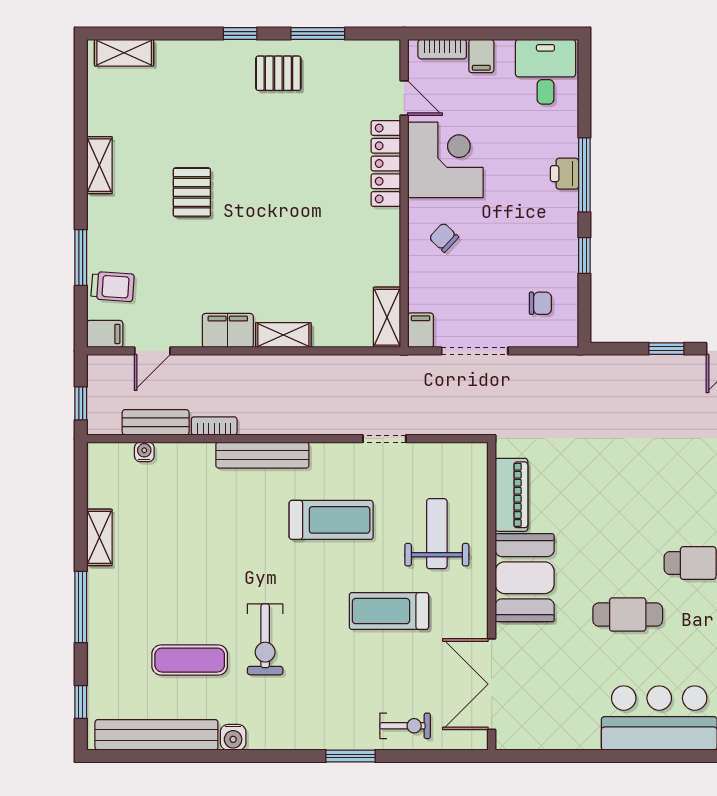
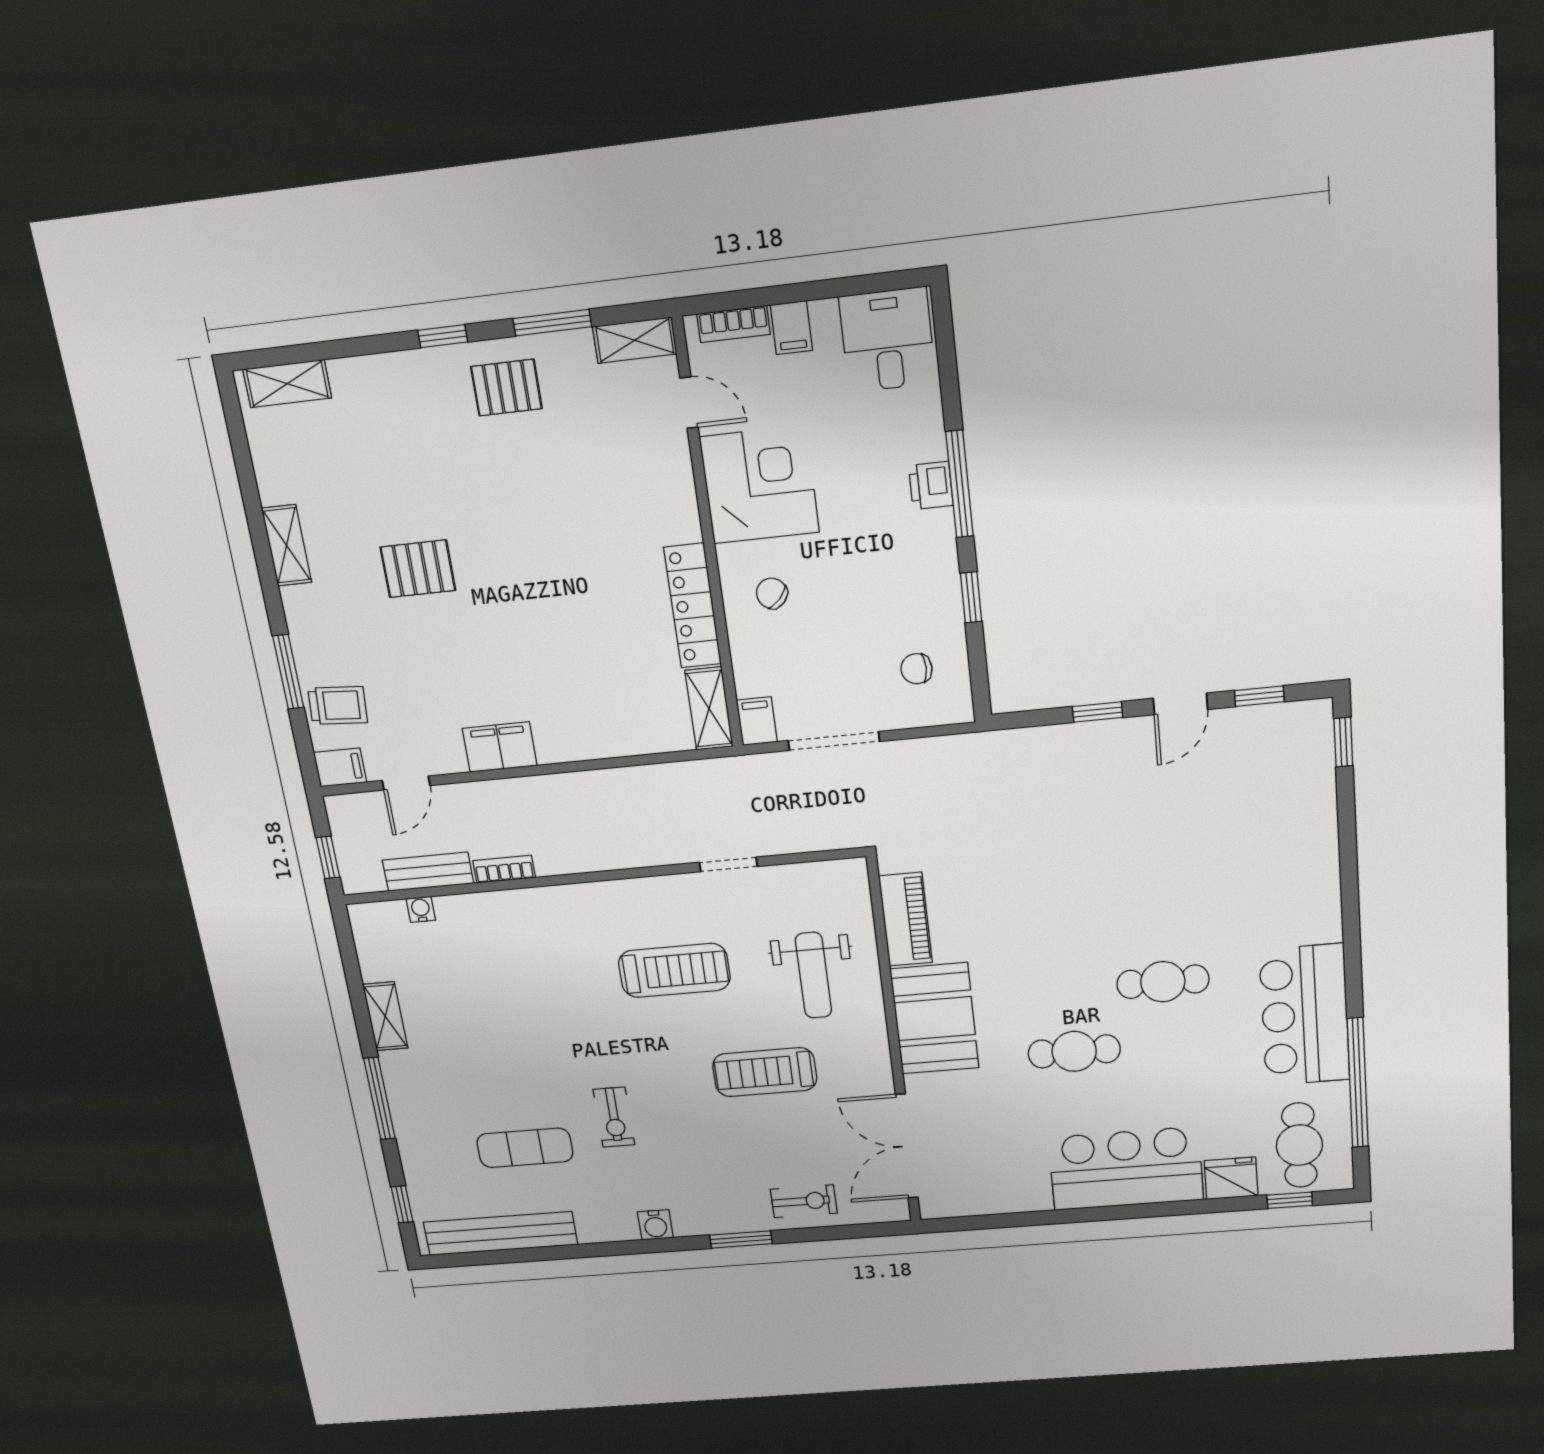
locker: (386, 163) -> (693, 606), moved
pallet: (192, 192) -> (418, 569), turned 90
chair: (540, 303) -> (916, 669), turned 180
shelving: (283, 335) -> (635, 340), moved
bench: (262, 455) -> (573, 900), removed
weight bench: (437, 534) -> (813, 975), turned 180
exercise bike: (265, 639) -> (614, 1117), width x0.73, depth x0.72
water cooler: (233, 737) -> (655, 1225), moved

